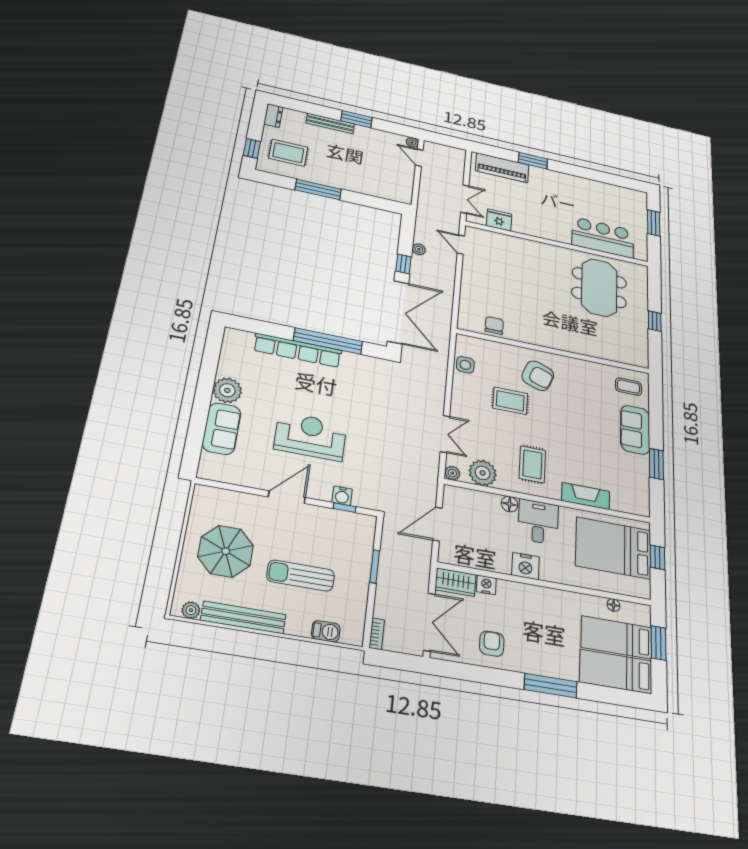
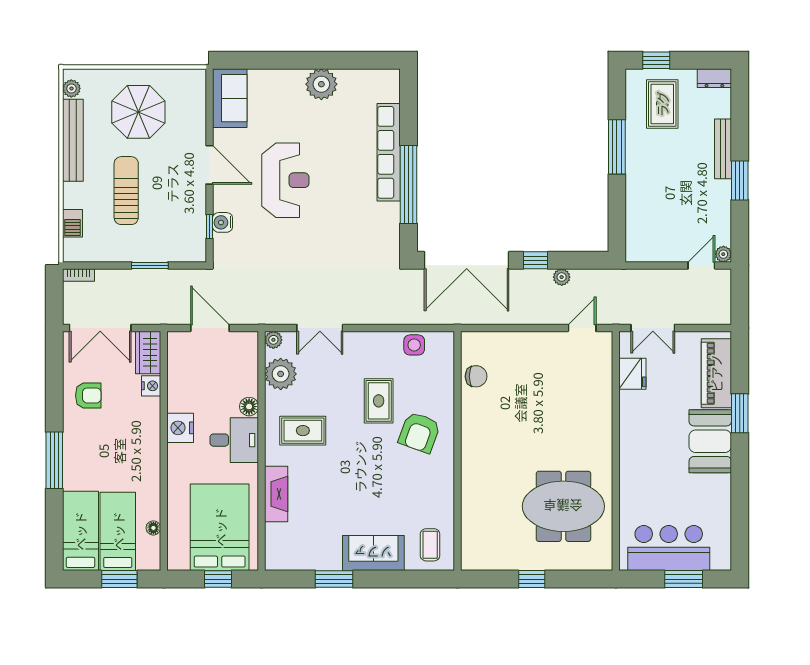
booth: (553, 183) -> (710, 441), added
bar counter: (603, 238) -> (669, 548), moved, turned -90
sofa: (222, 429) -> (230, 98), moved, turned -90

